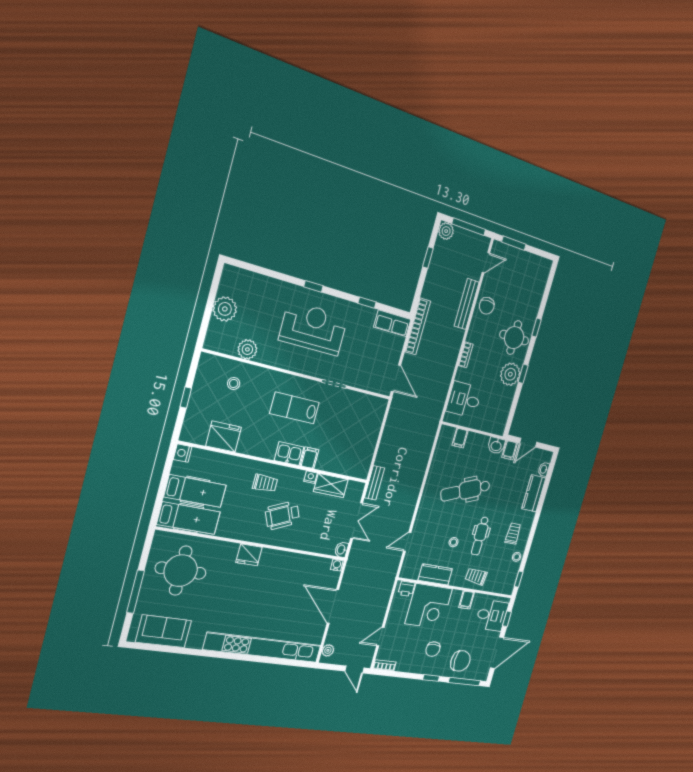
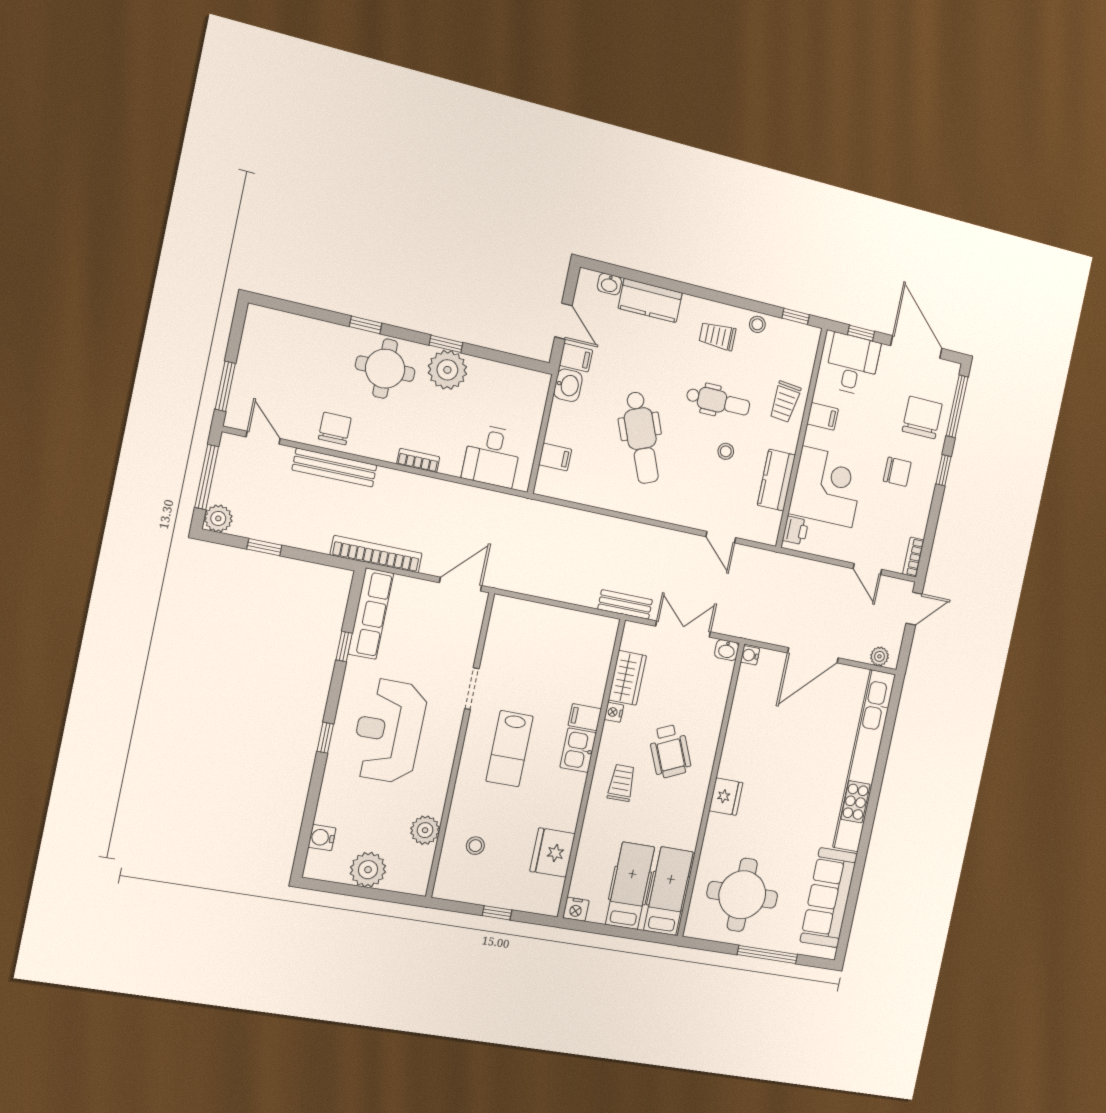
water cooler: (250, 279) -> (322, 838), added
chair: (487, 306) -> (335, 429), turned -90
row of seats: (392, 323) -> (371, 614), width x1.48
sofa: (163, 631) -> (829, 898), width x1.36

